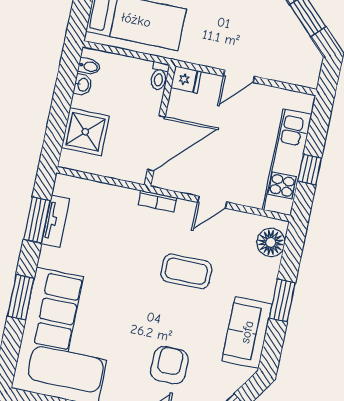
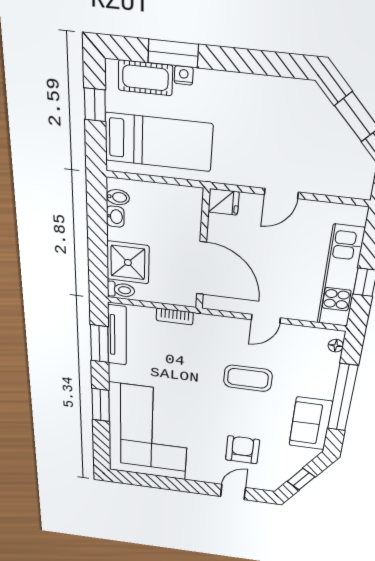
toilet: (159, 76) -> (121, 290), moved, turned -90
door: (156, 143) -> (202, 268), hinge flipped
bookcase: (157, 201) -> (175, 316), moved
tv unit: (56, 221) -> (117, 335), width x1.41
floor lamp: (271, 242) -> (336, 346), width x0.53, depth x0.53
window: (282, 301) -> (342, 398), width x2.11

